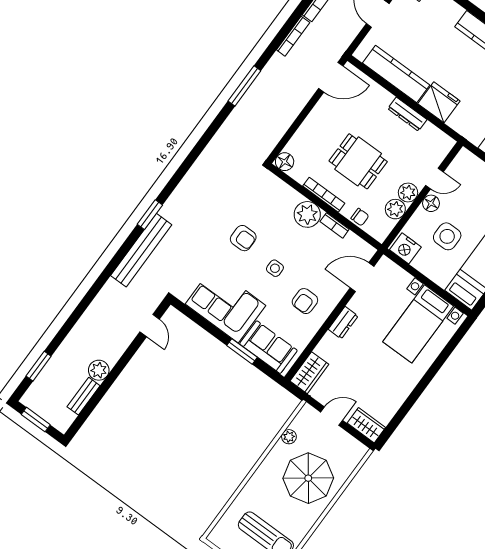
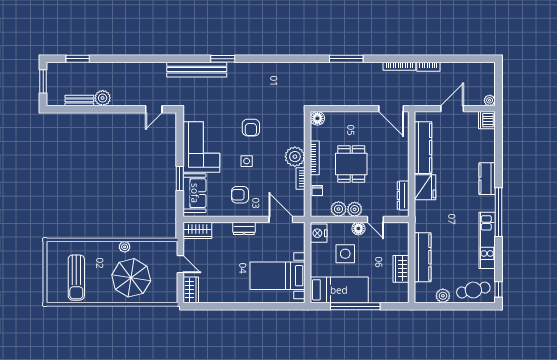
dresser: (407, 114) -> (403, 196), moved
plant: (289, 437) -> (125, 247), moved

